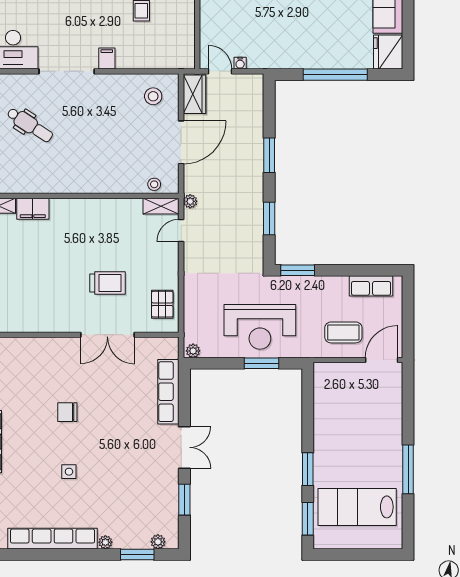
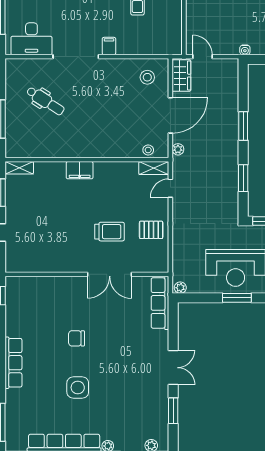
water cooler: (240, 63) -> (245, 50), moved
plant: (190, 201) -> (178, 149), moved
filing cabinet: (33, 209) -> (80, 170), moved
pallet: (162, 304) -> (151, 230), moved, turned 90
row of seats: (168, 392) -> (160, 303), moved
side table: (69, 472) -> (78, 388), width x1.87, depth x1.87

